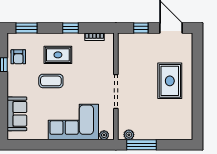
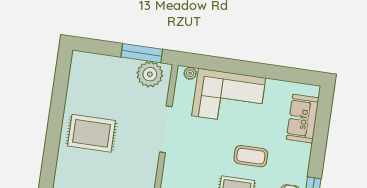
rug: (170, 81) -> (92, 133), turned 90
plant: (129, 135) -> (150, 74), width x1.87, depth x1.87

